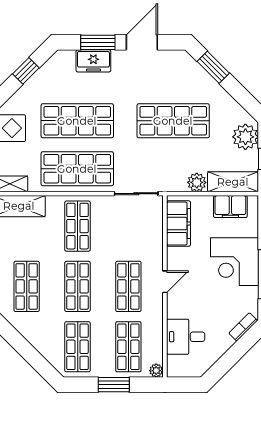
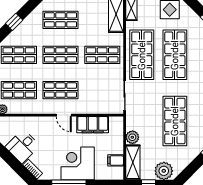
filing cabinet: (230, 207) -> (116, 160), width x0.50
filing cabinet: (178, 224) -> (93, 125), moved
desk: (186, 337) -> (23, 146), moved, turned -135
window: (29, 354) -> (14, 22), added

